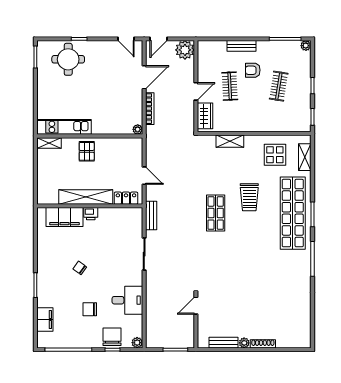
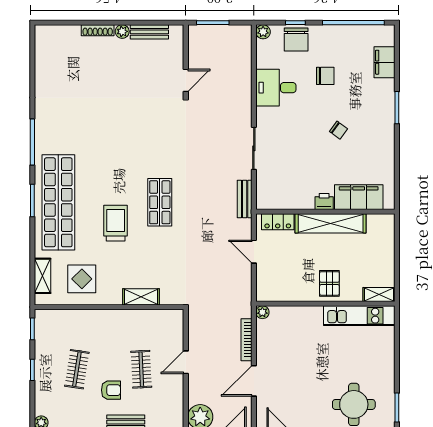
wardrobe: (205, 116) -> (174, 330), removed

